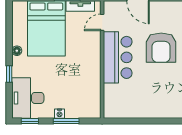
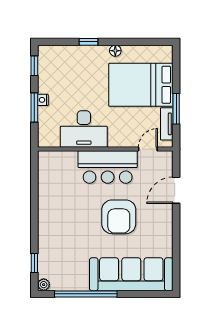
door: (102, 22) -> (148, 149), hinge flipped
armchair: (161, 48) -> (119, 217), turned -90
desk: (28, 98) -> (84, 129), moved, turned 180

